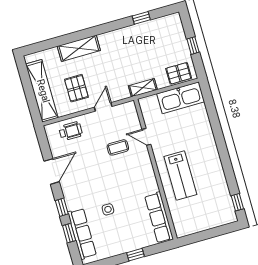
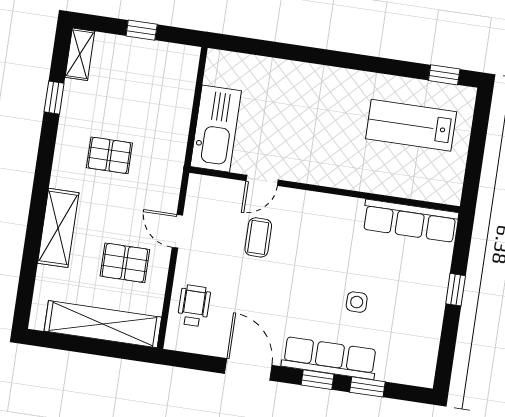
pallet: (179, 73) -> (109, 155), moved, turned 90
shelving: (143, 88) -> (80, 54), moved
kitchen sink: (181, 98) -> (216, 129), moved
lab bench: (180, 176) -> (411, 125), moved, turned 180
row of seats: (82, 234) -> (329, 358), moved

